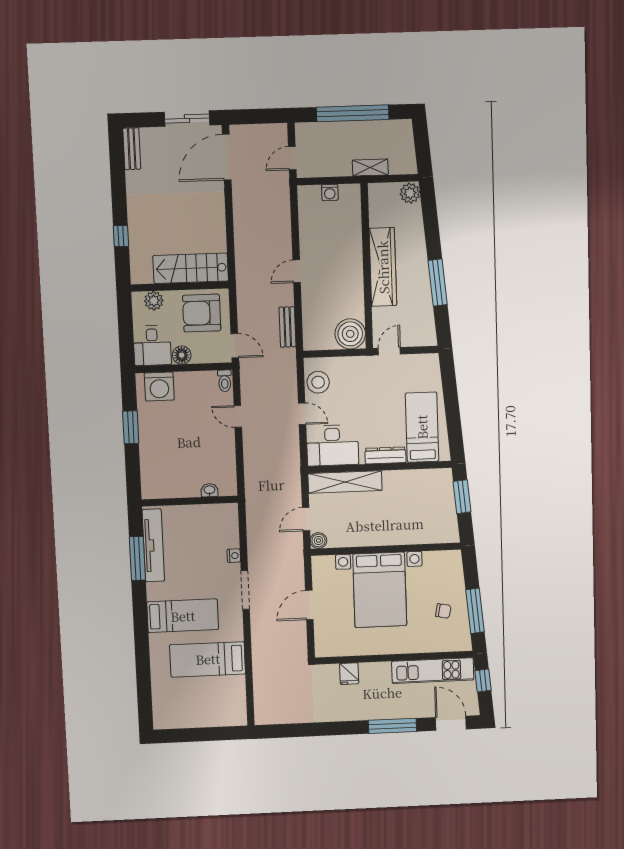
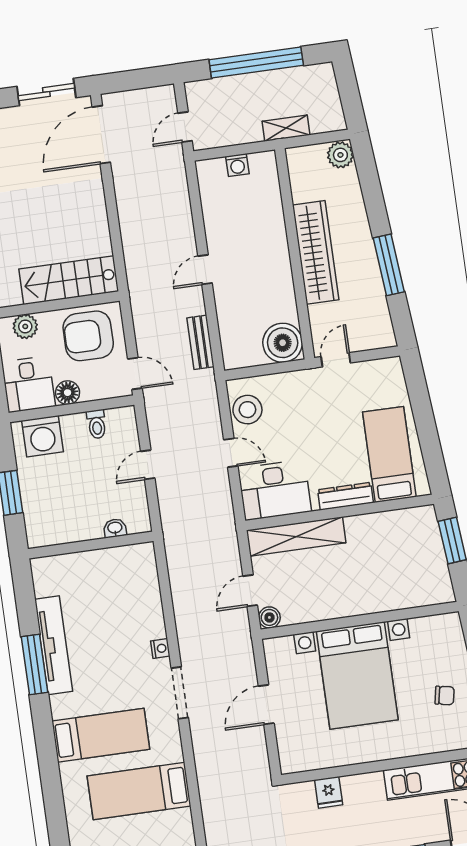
toilet: (225, 381) -> (97, 424), moved
door: (238, 416) -> (148, 465), hinge flipped
washbasin: (209, 490) -> (115, 528), moved
wall: (190, 501) -> (91, 545), moved

